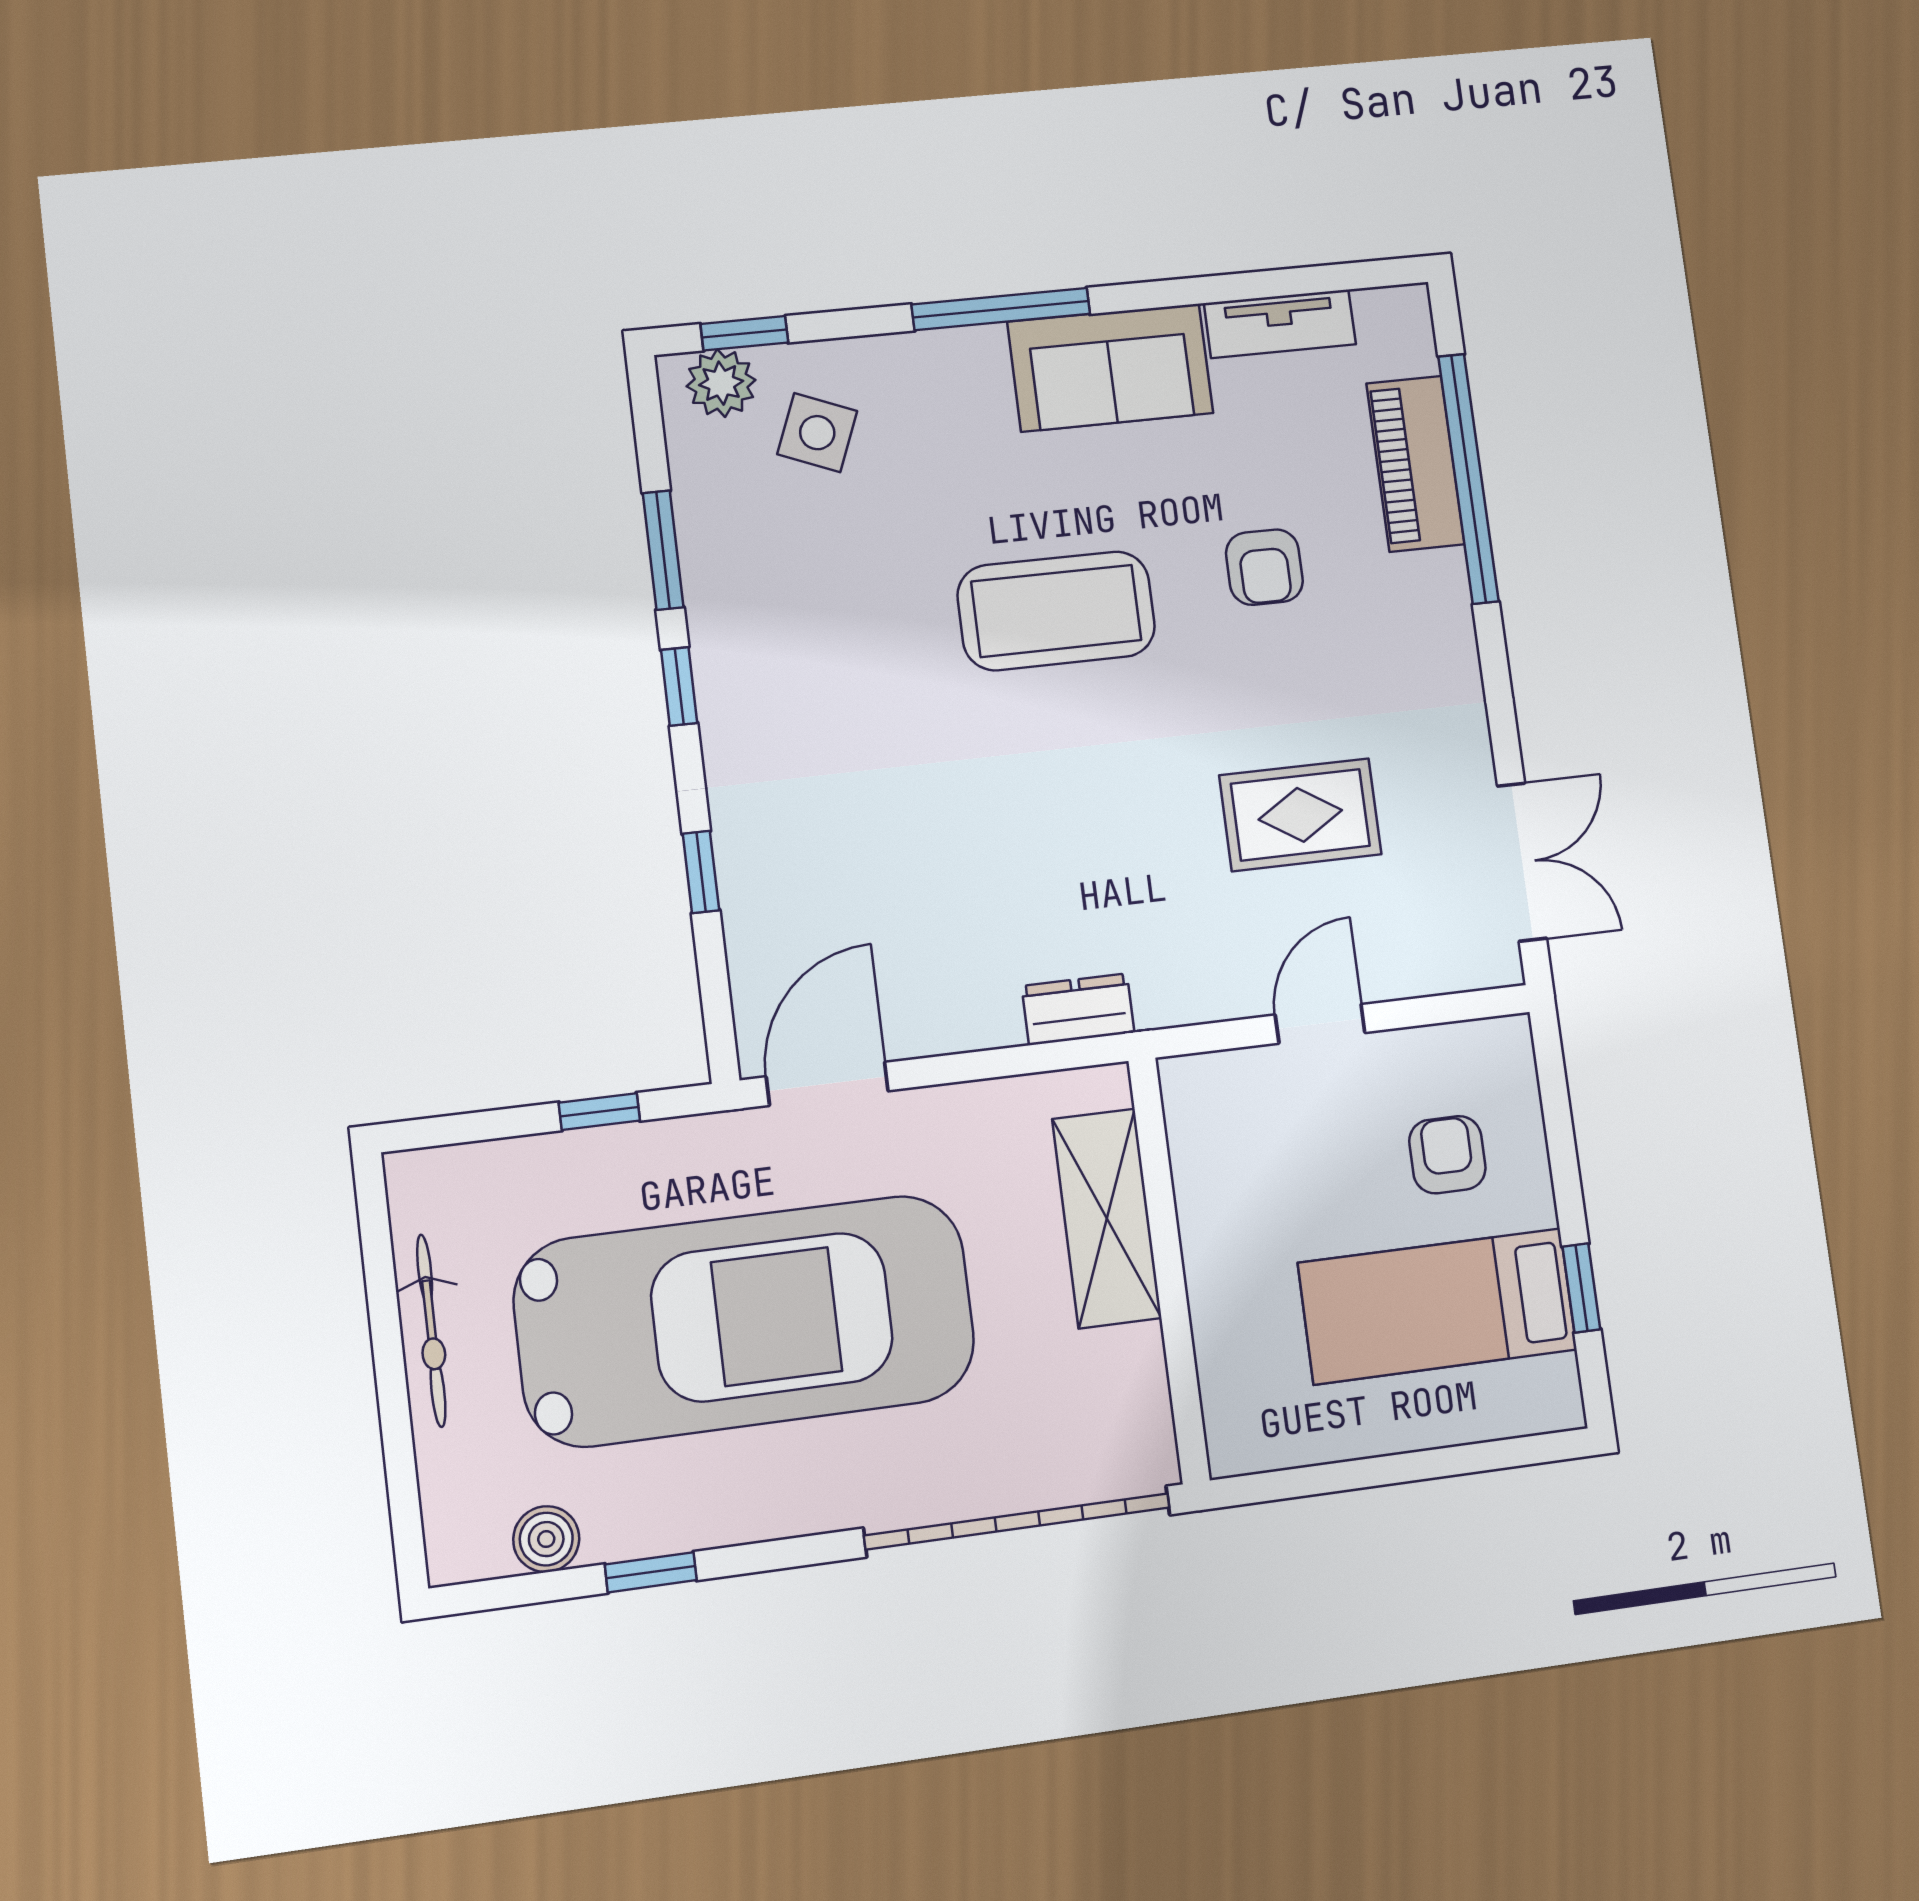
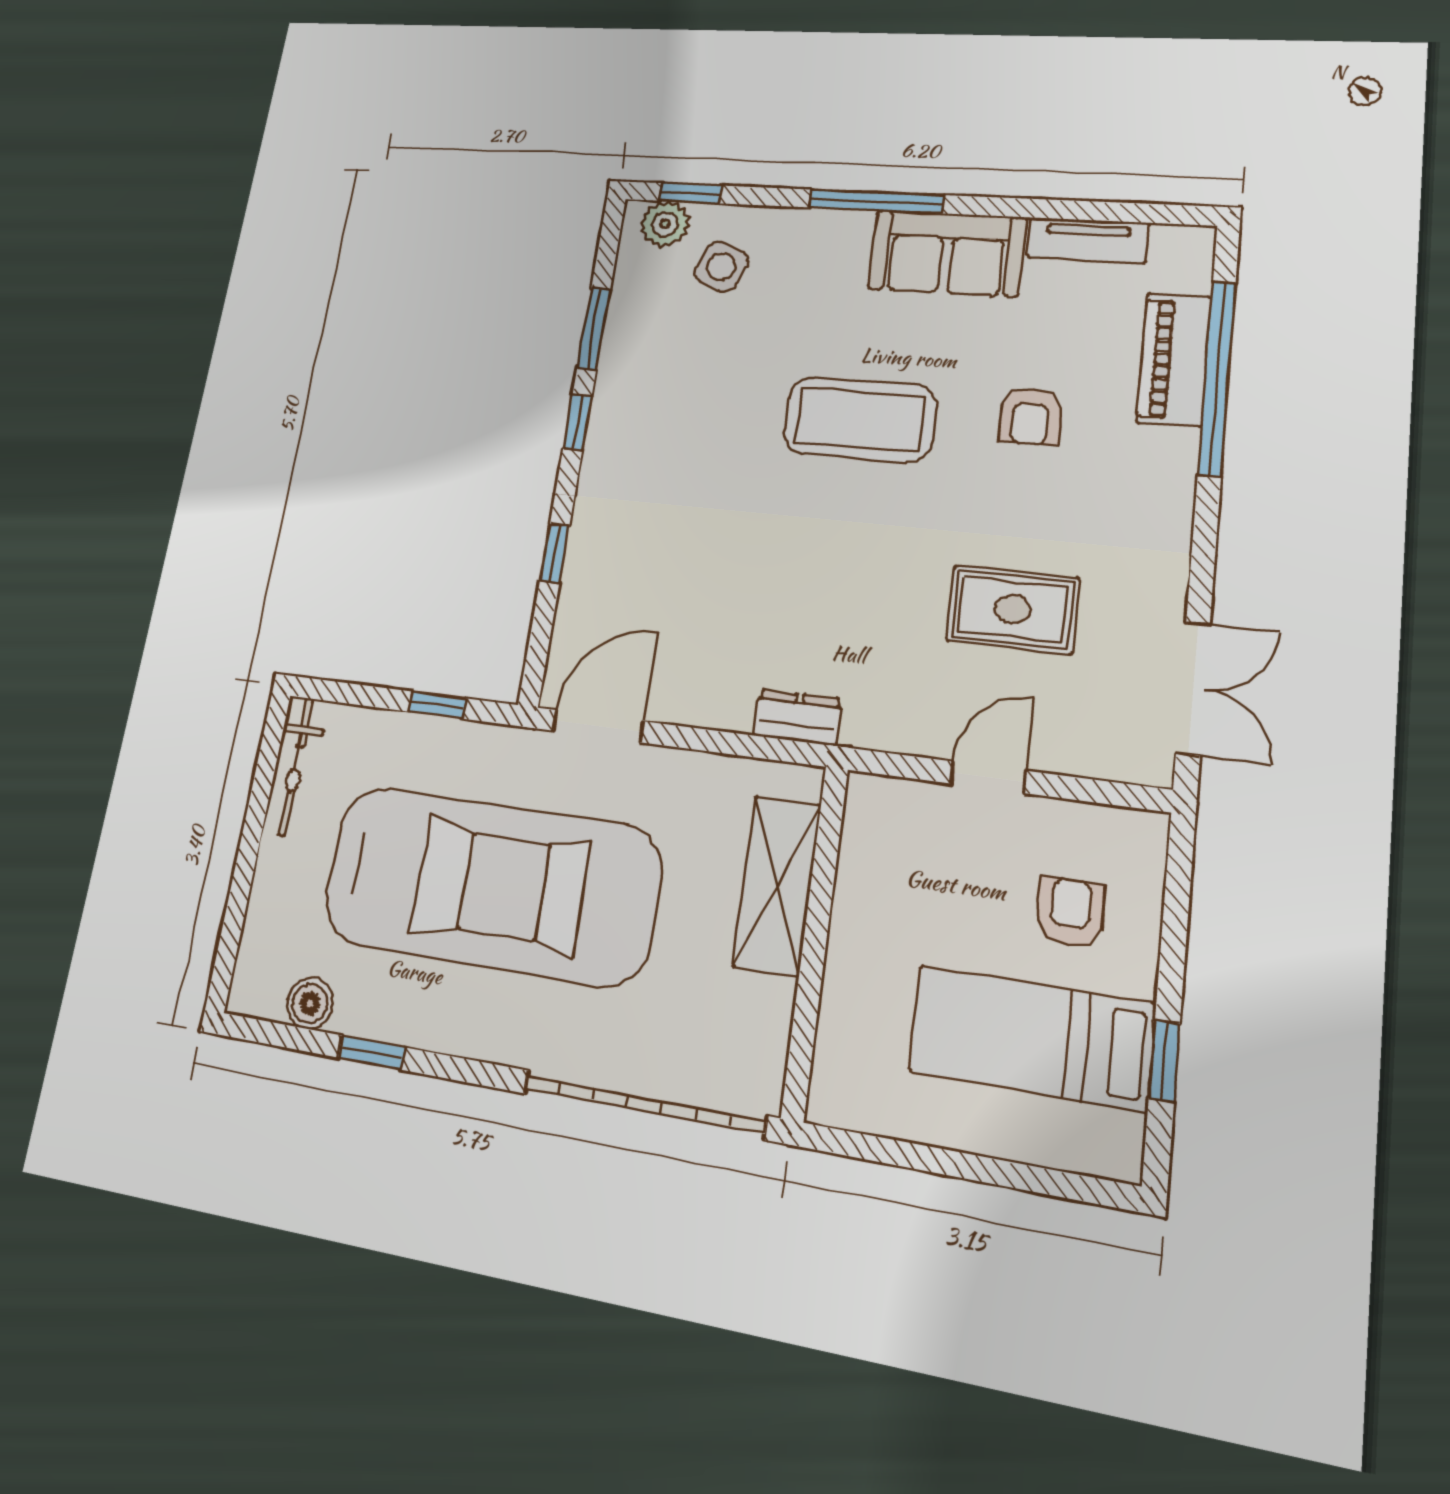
bicycle: (431, 1331) -> (296, 766), moved

